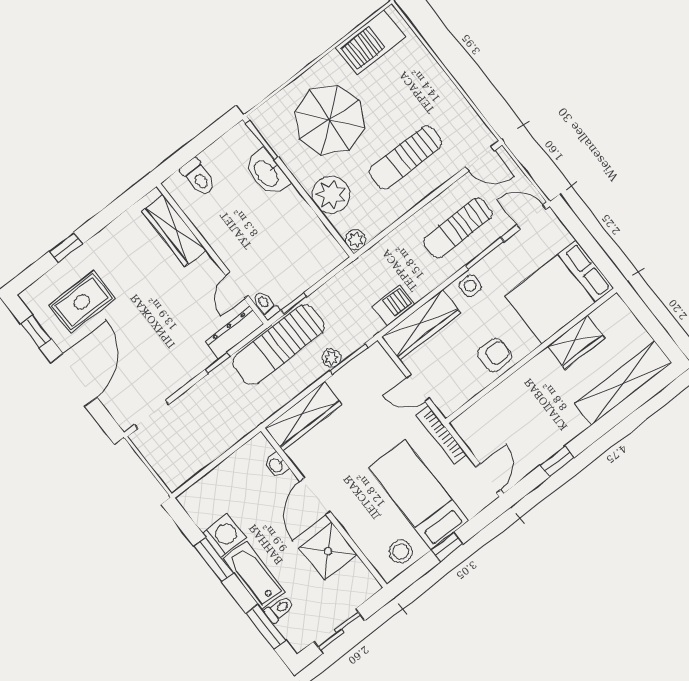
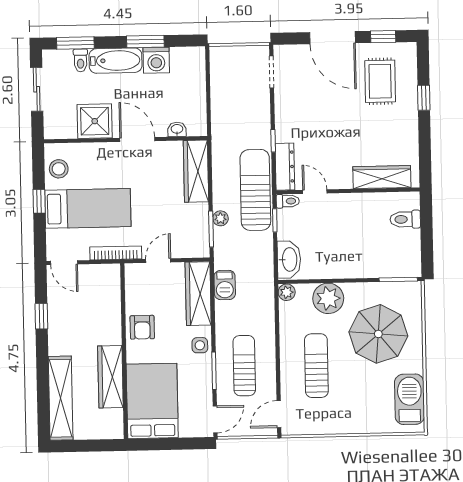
washbasin: (267, 173) -> (289, 259), moved, turned 90
wardrobe: (576, 342) -> (110, 377), width x1.50

